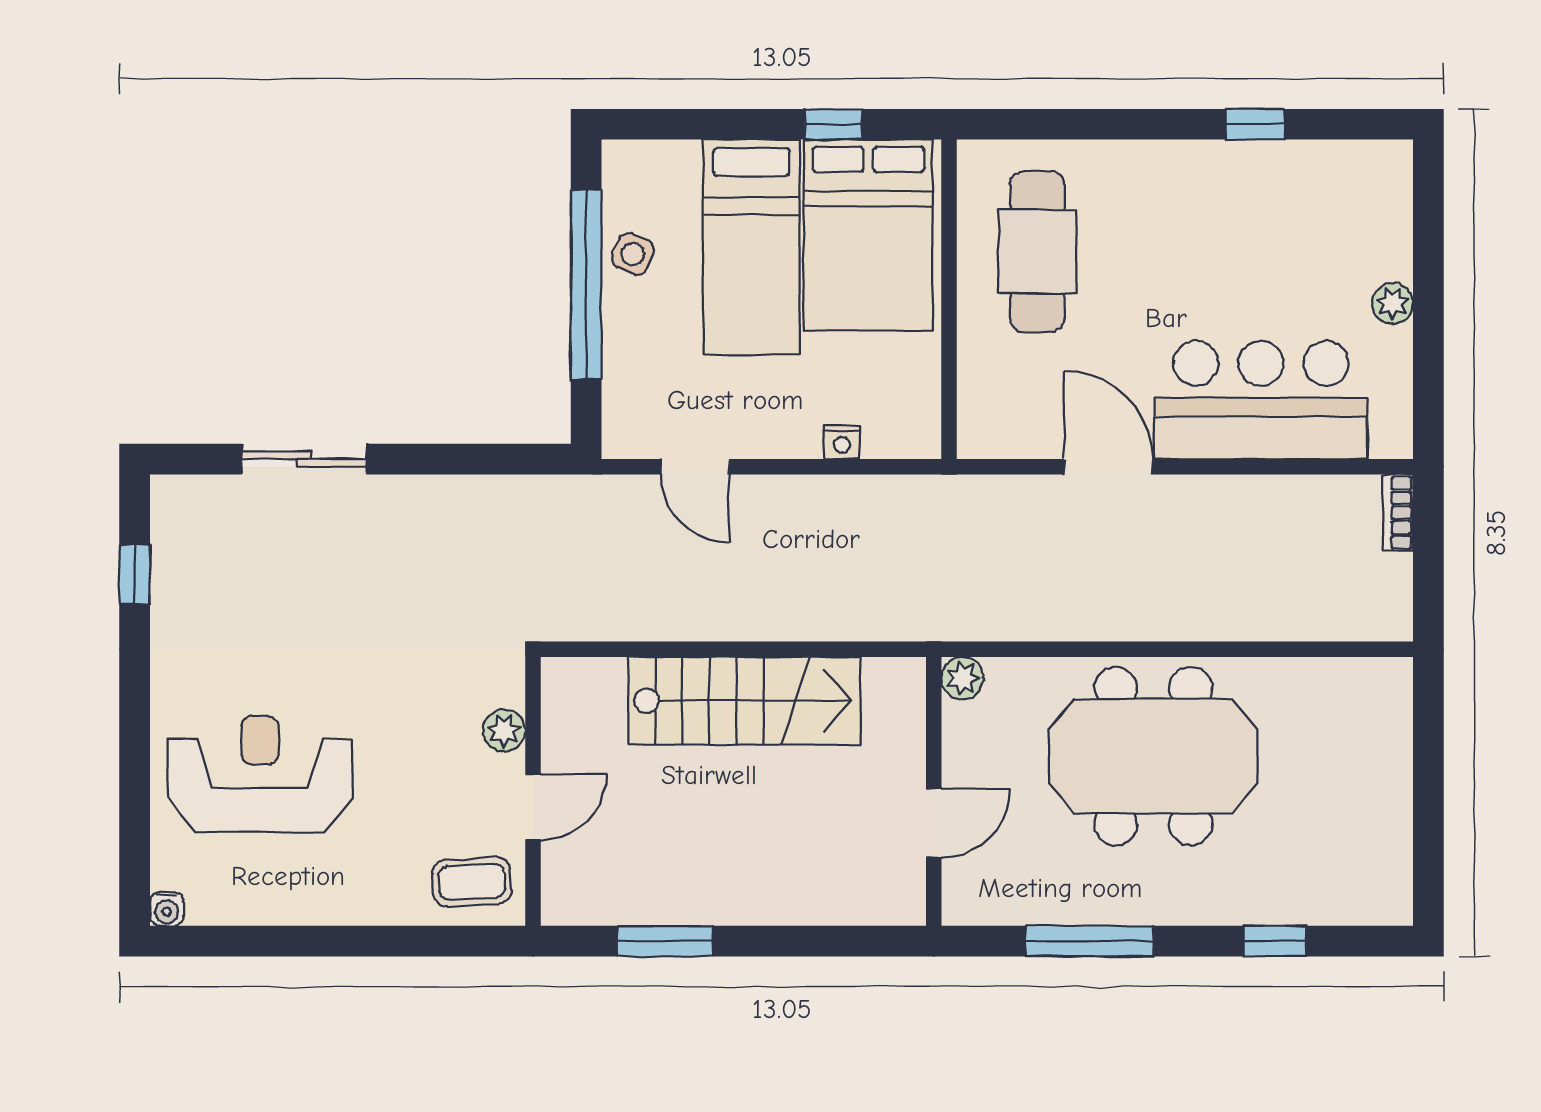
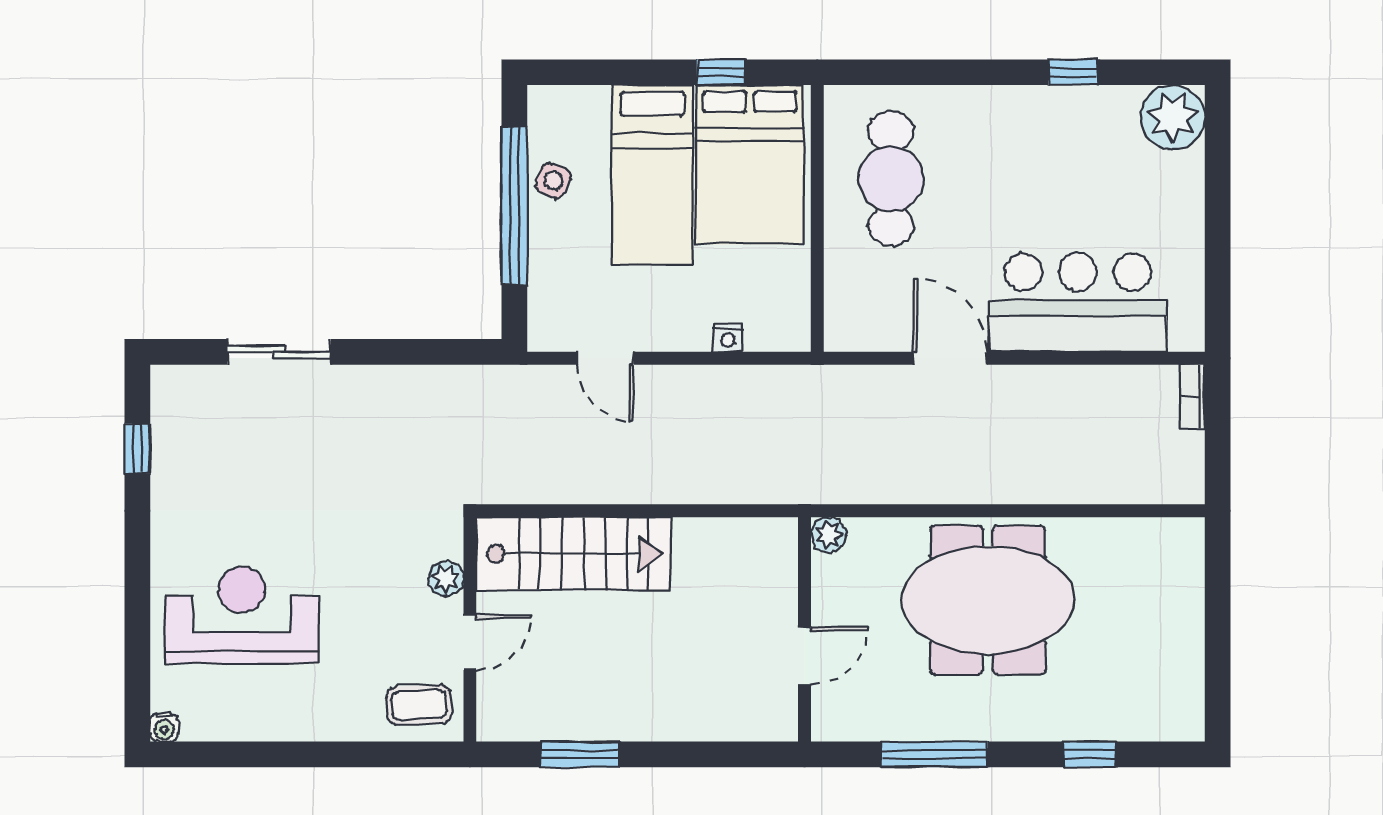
plant: (1393, 303) -> (1173, 117), moved, width x1.87, depth x1.87
stairs: (744, 701) -> (573, 554), moved

